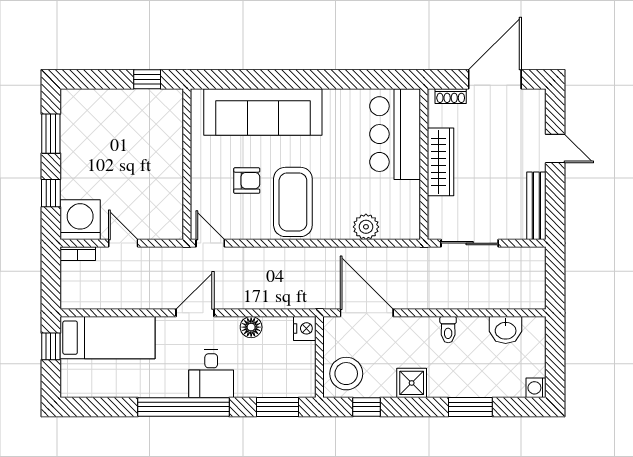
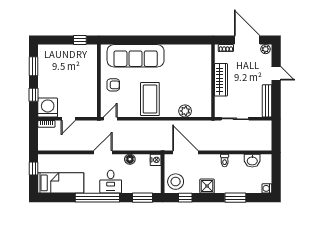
door: (495, 79) -> (247, 40), hinge flipped
plant: (533, 98) -> (266, 49), added
bar counter: (395, 134) -> (199, 66), removed
armchair: (247, 181) -> (113, 85), moved
door: (123, 243) -> (68, 119), swing flipped
door: (210, 243) -> (110, 119), hinge flipped
bed: (107, 338) -> (61, 183), moved

